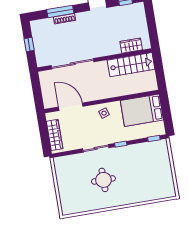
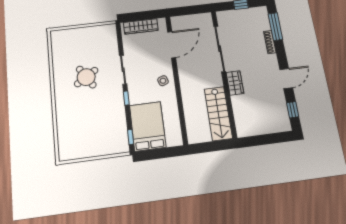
window: (60, 11) -> (275, 27), moved
wardrobe: (131, 46) -> (235, 83), moved
bed: (142, 110) -> (148, 126), moved
round table: (103, 180) -> (86, 77), turned -33

